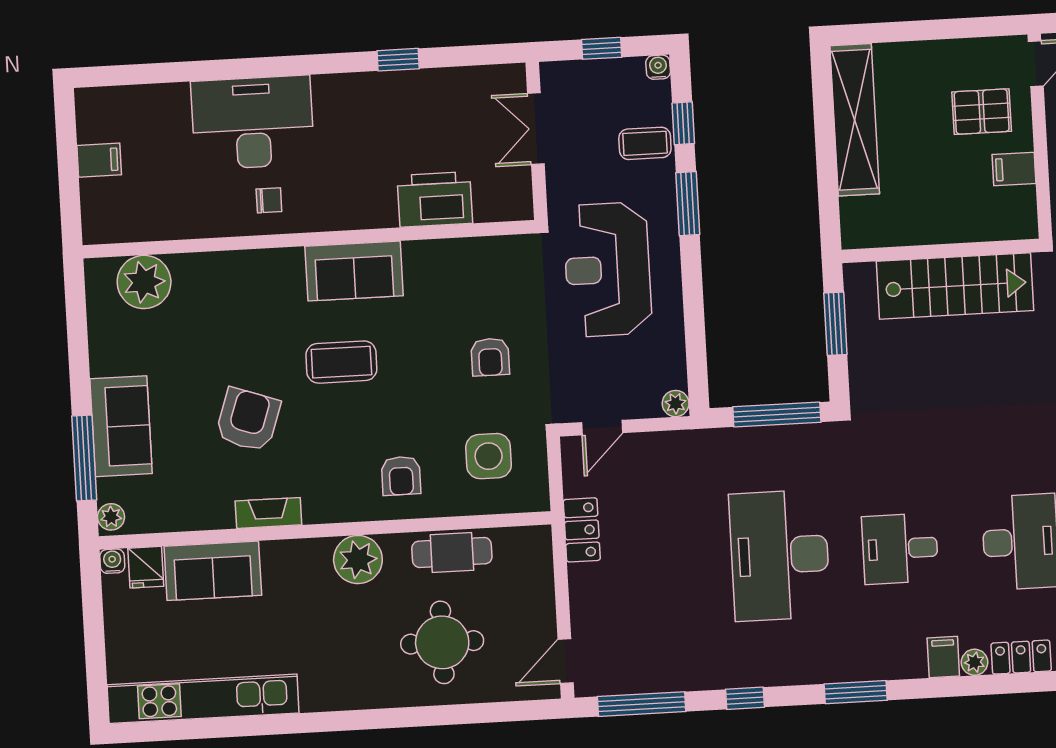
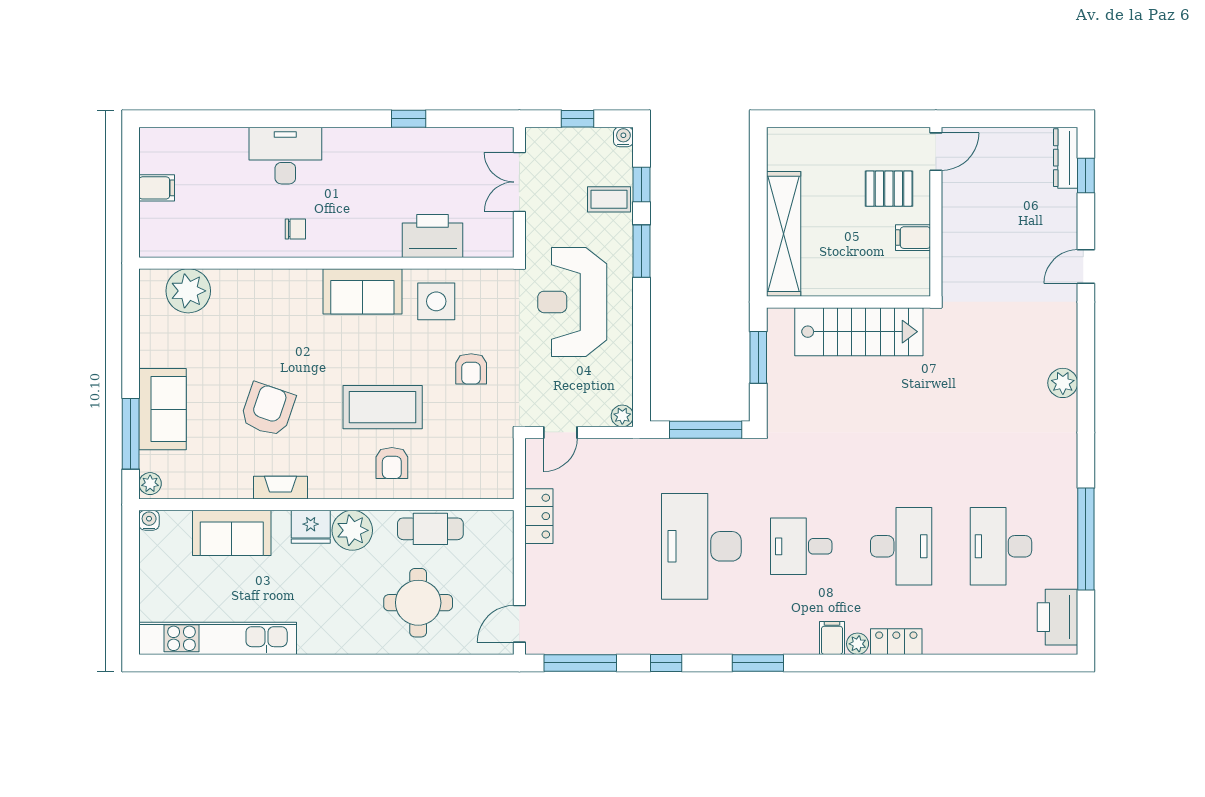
shelving: (855, 120) -> (784, 234), moved
desk: (253, 123) -> (285, 156), width x0.73, depth x0.77
coffee table: (341, 362) -> (383, 407), moved, width x1.36, depth x1.32
side table: (489, 456) -> (436, 301), moved
fridge: (146, 567) -> (311, 527), moved, width x1.38

